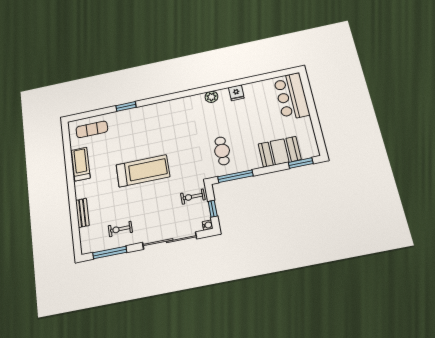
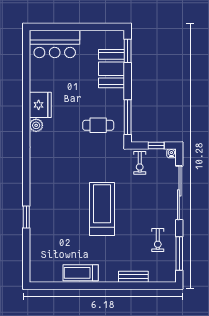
fridge: (236, 93) -> (40, 105), width x1.88, depth x1.34
exercise mat: (92, 129) -> (44, 257), removed

